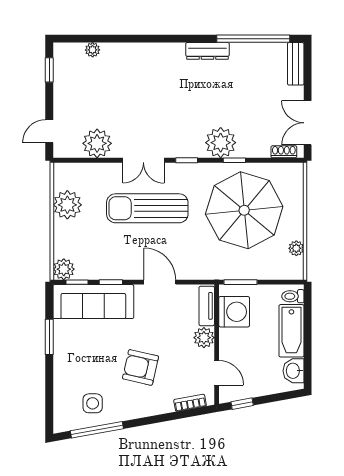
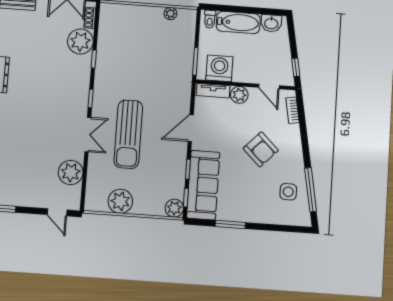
plant: (221, 143) -> (80, 42), moved
parasol: (244, 210) -> (136, 54), removed
armchair: (141, 367) -> (261, 149), turned -59
door: (217, 373) -> (269, 87), swing flipped

